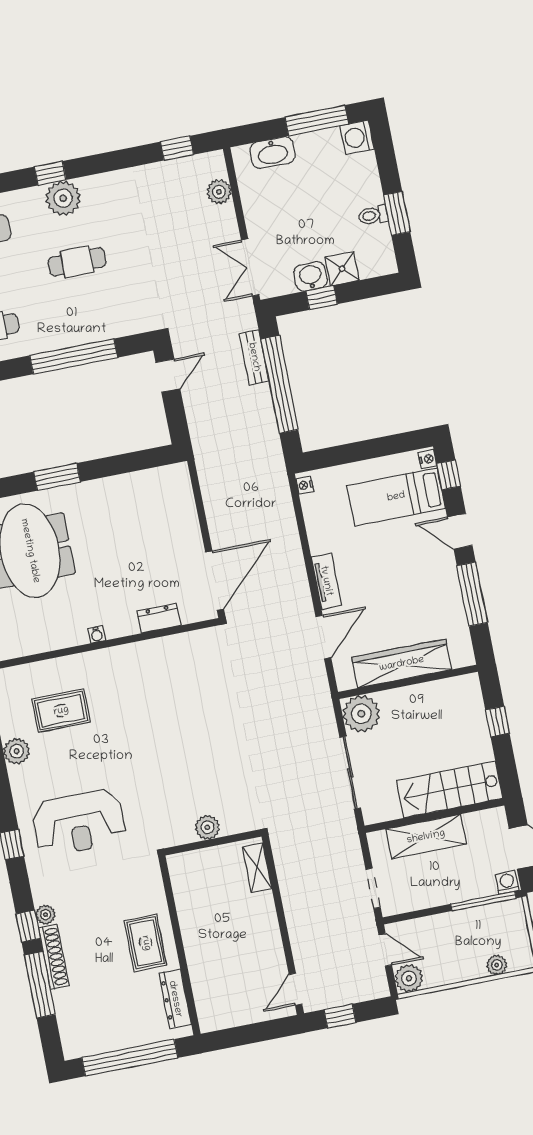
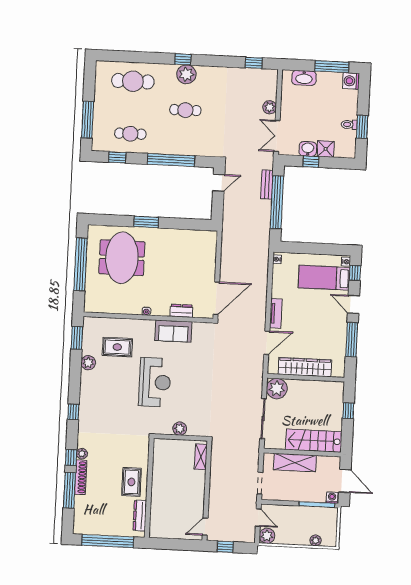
plant: (219, 192) -> (270, 107), moved
sofa: (153, 658) -> (173, 331), added
reception desk: (79, 823) -> (155, 382), moved, turned -90

